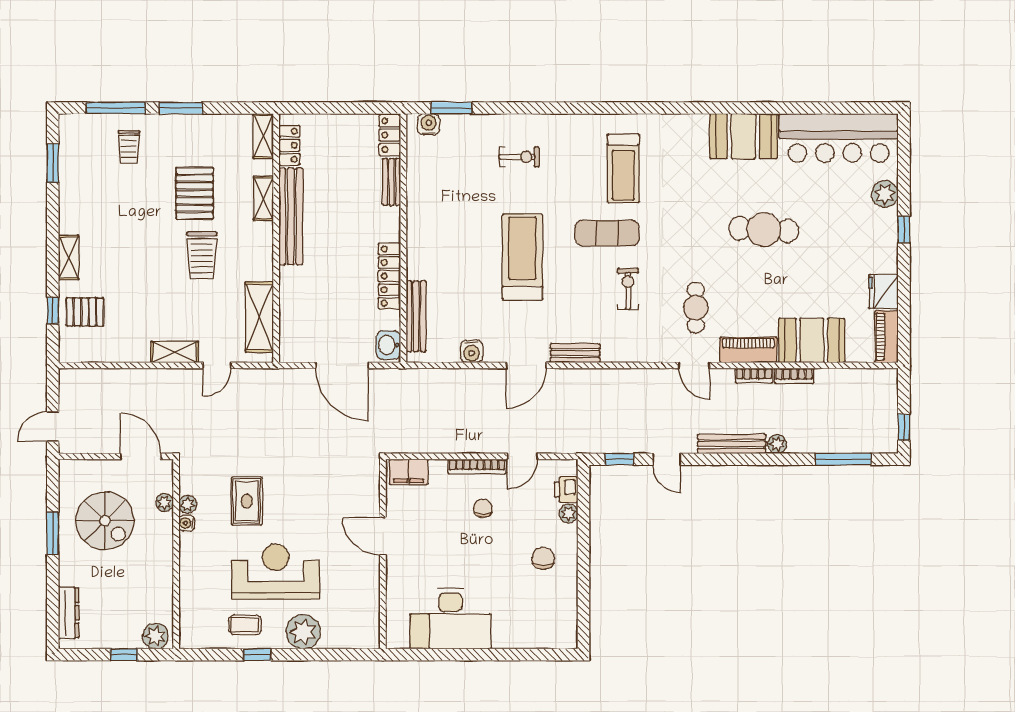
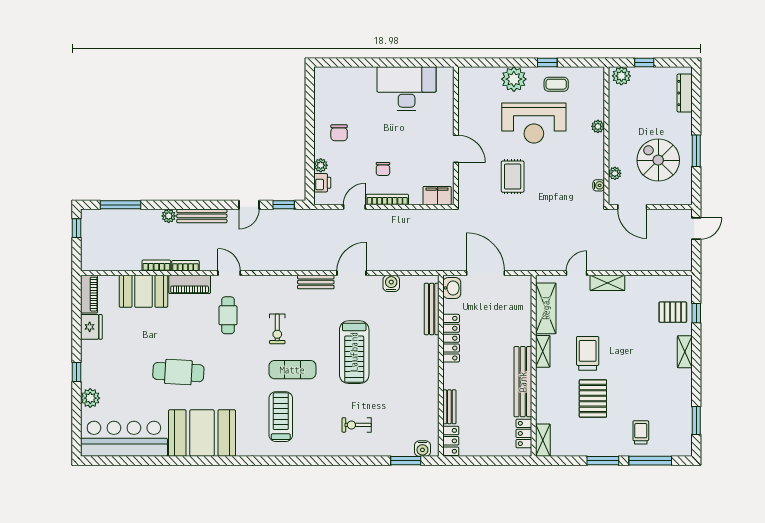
booth: (744, 136) -> (202, 433), width x1.36, depth x1.42
shelving: (263, 198) -> (543, 351), moved
door: (667, 459) -> (249, 205), swing flipped
rug: (247, 501) -> (513, 177), moved
plant: (188, 505) -> (598, 126), moved
water cooler: (187, 523) -> (599, 185), moved

